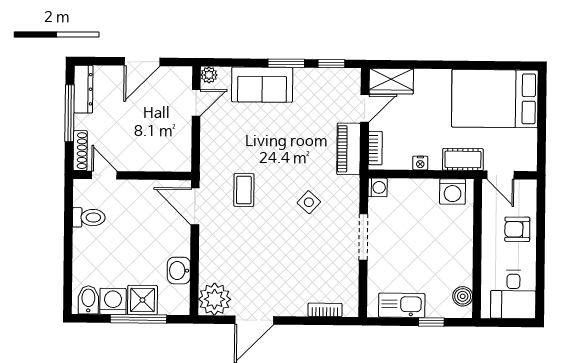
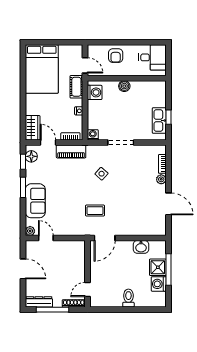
floor lamp: (341, 78) -> (31, 156), added
door: (500, 175) -> (85, 65), hinge flipped
toilet: (89, 217) -> (128, 298), moved
boiler: (463, 296) -> (124, 86), moved
plant: (215, 299) -> (161, 179), moved, width x0.53, depth x0.53
bidet: (88, 300) -> (158, 298), removed
window: (431, 322) -> (169, 117), moved

